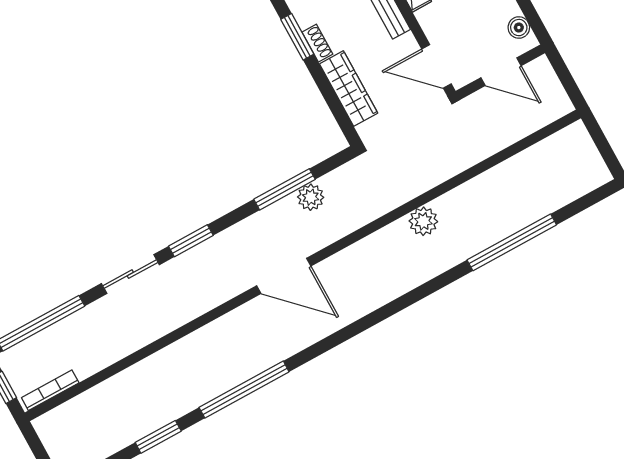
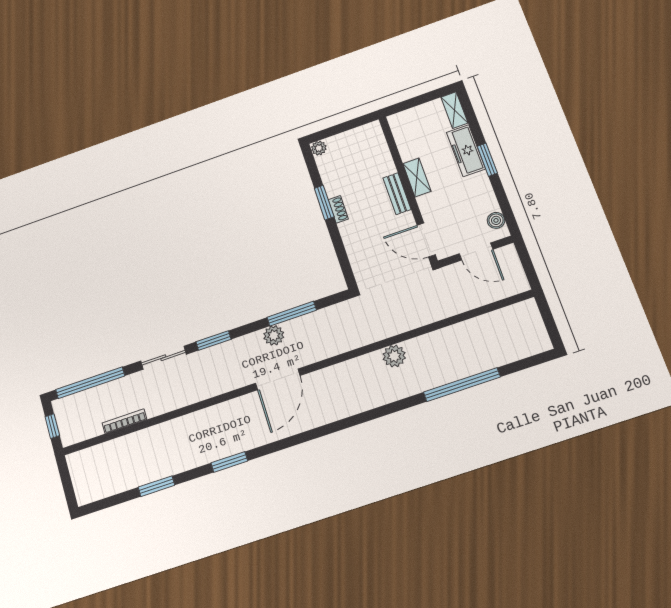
wardrobe: (349, 89) -> (355, 246), removed
plant: (311, 197) -> (274, 335), moved
door: (284, 276) -> (278, 379), hinge flipped
bookcase: (50, 390) -> (124, 421), moved
window: (244, 390) -> (229, 462), width x0.47

